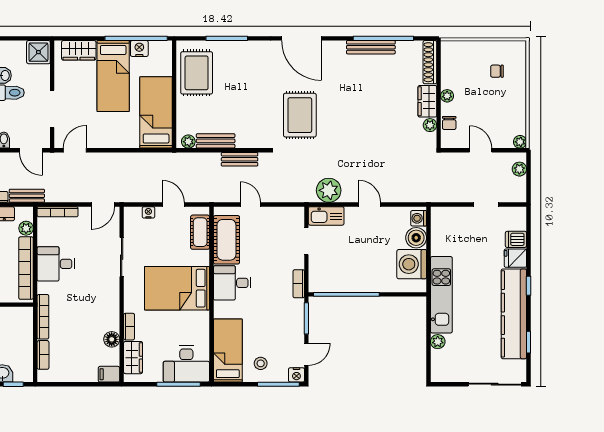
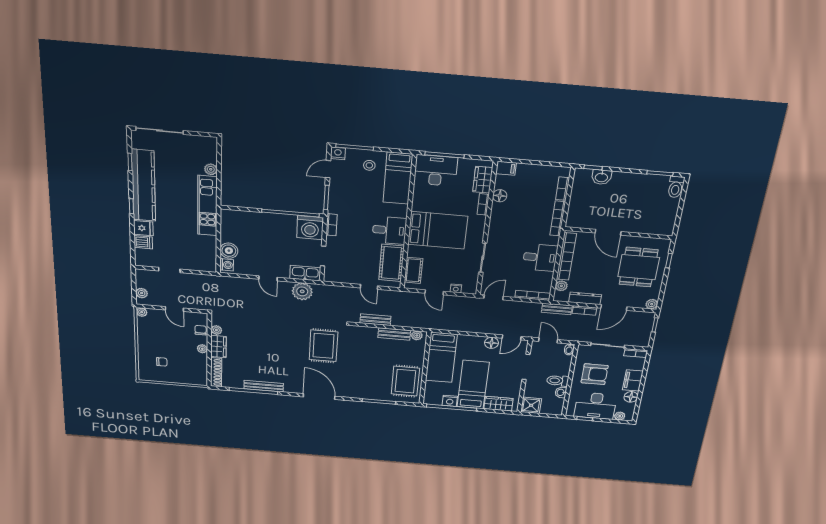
floor lamp: (98, 140) -> (492, 343), added
washing machine: (412, 264) -> (310, 228), moved, turned 90

